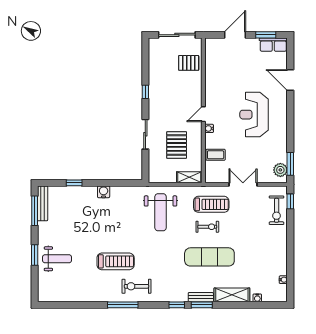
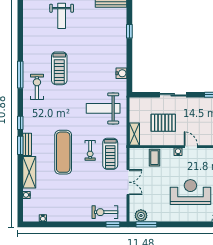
water cooler: (104, 192) -> (121, 73), moved

